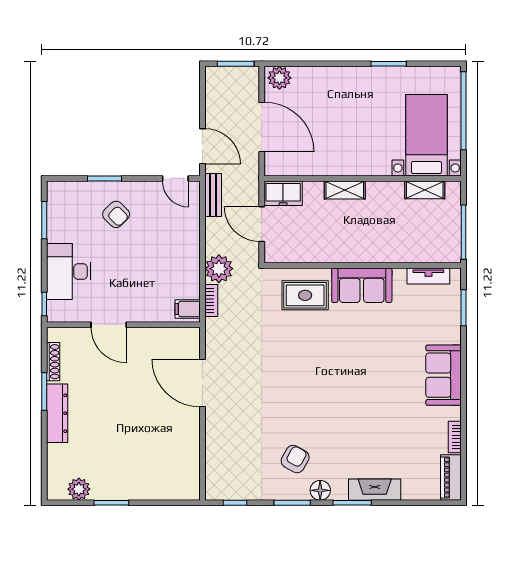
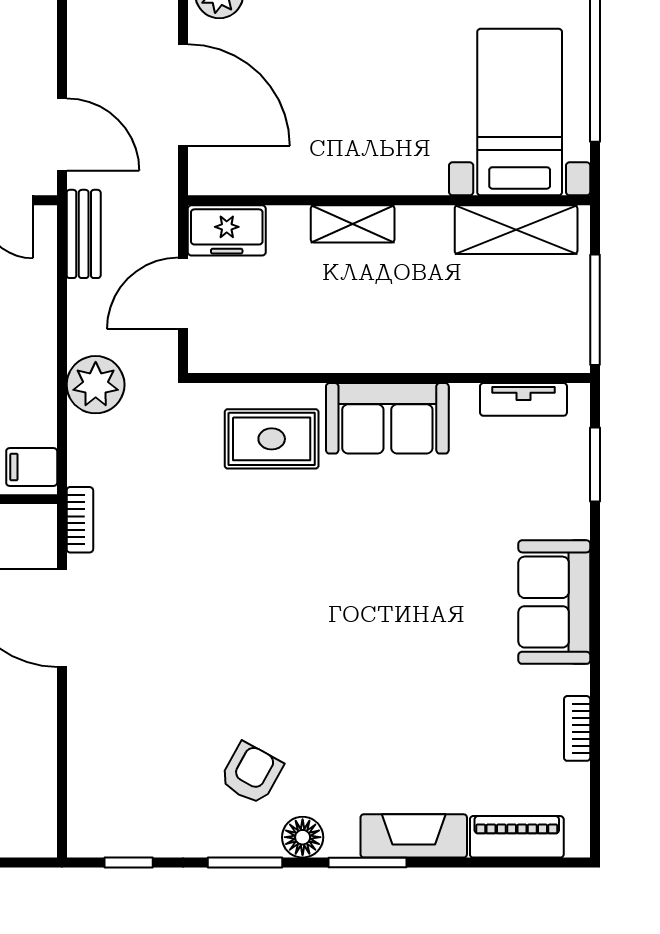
shelving: (425, 190) -> (516, 230), width x1.50, depth x1.33
door: (262, 224) -> (183, 293), hinge flipped
bookcase: (211, 300) -> (80, 520), moved
piano: (451, 477) -> (517, 837), moved, turned 90

